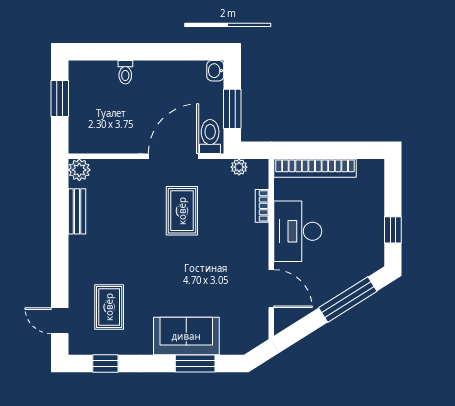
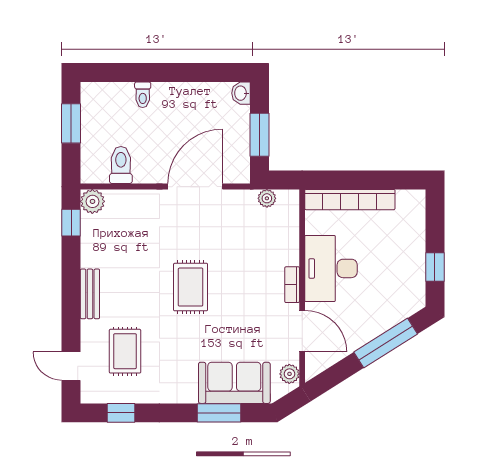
toilet: (210, 137) -> (121, 165), moved
window: (60, 189) -> (71, 223), added
bookcase: (262, 206) -> (292, 285), moved
bench: (77, 211) -> (90, 294), moved
rug: (182, 211) -> (191, 287), moved
plant: (260, 328) -> (289, 374), added
sofa: (186, 336) -> (234, 383), moved

